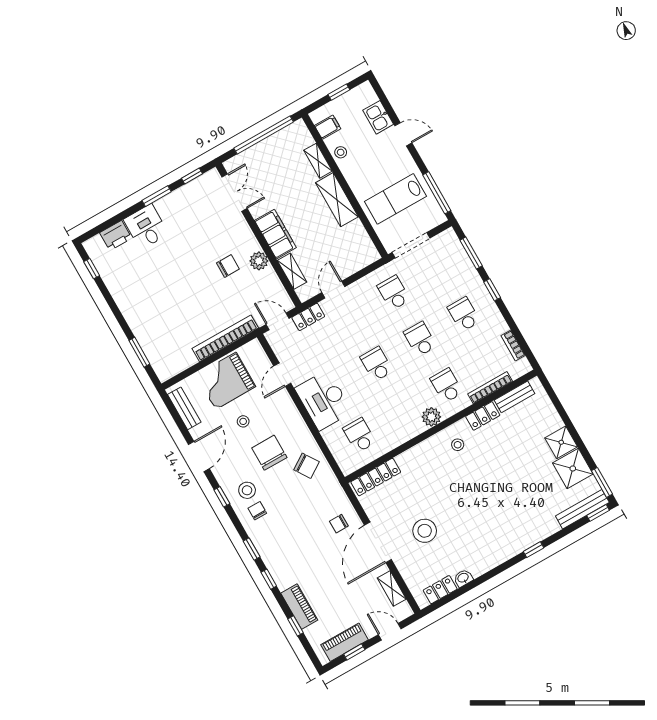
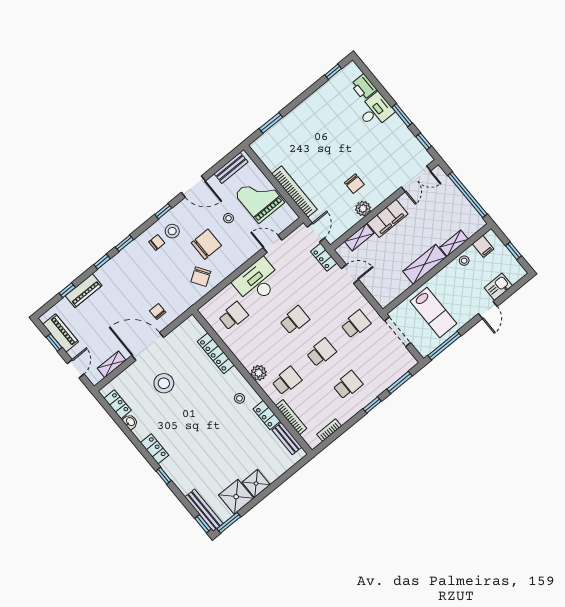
lab bench: (395, 199) -> (433, 312), turned 180
locker: (376, 477) -> (216, 353), moved
locker: (500, 555) -> (154, 449), added

